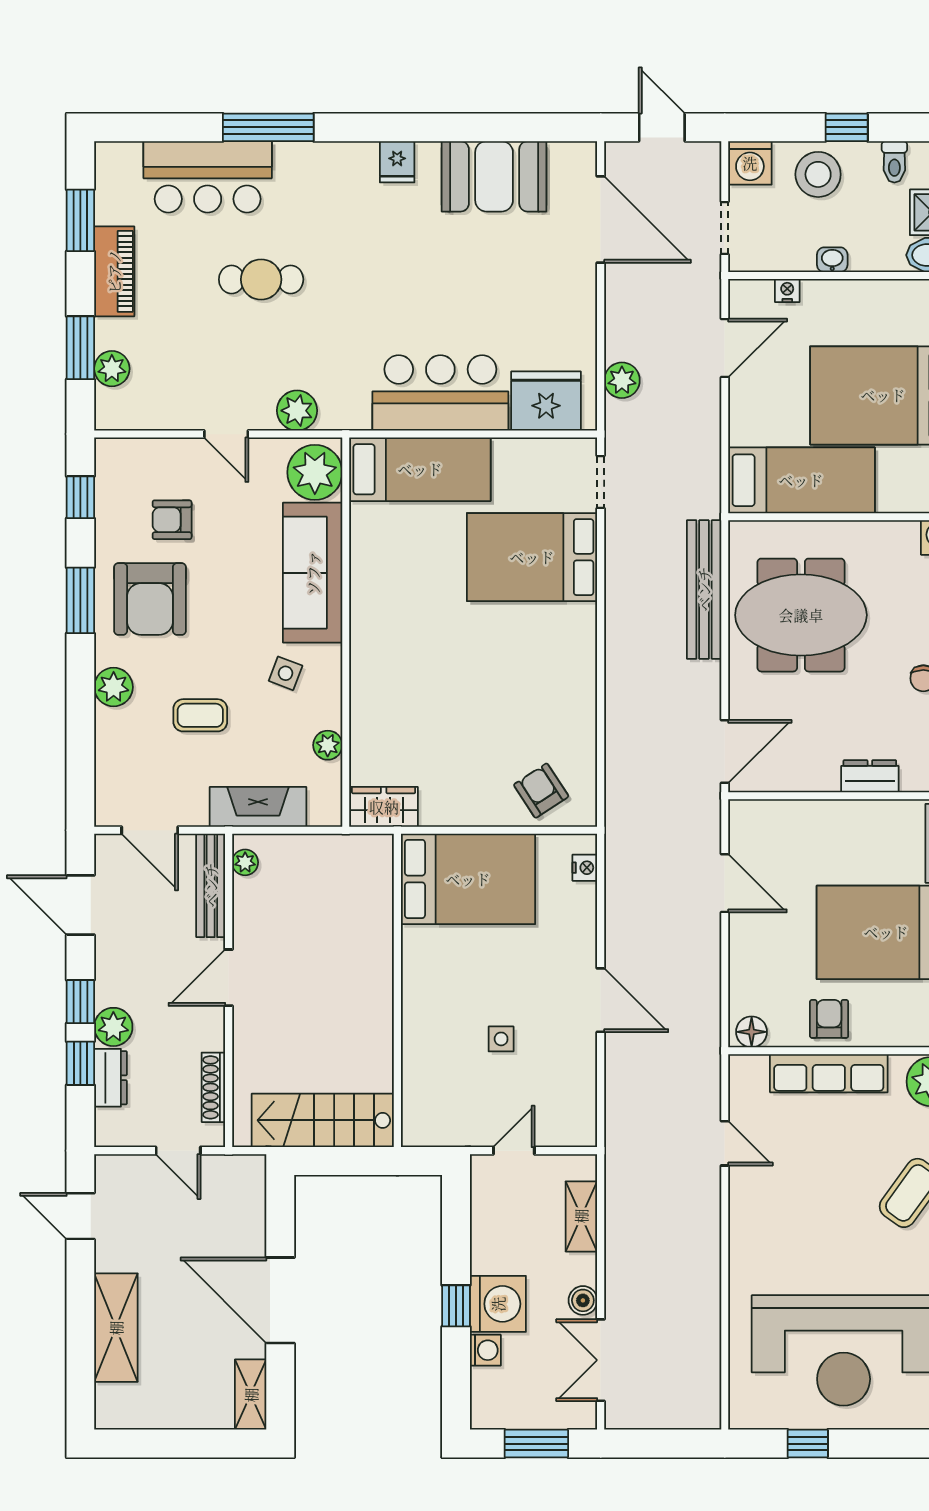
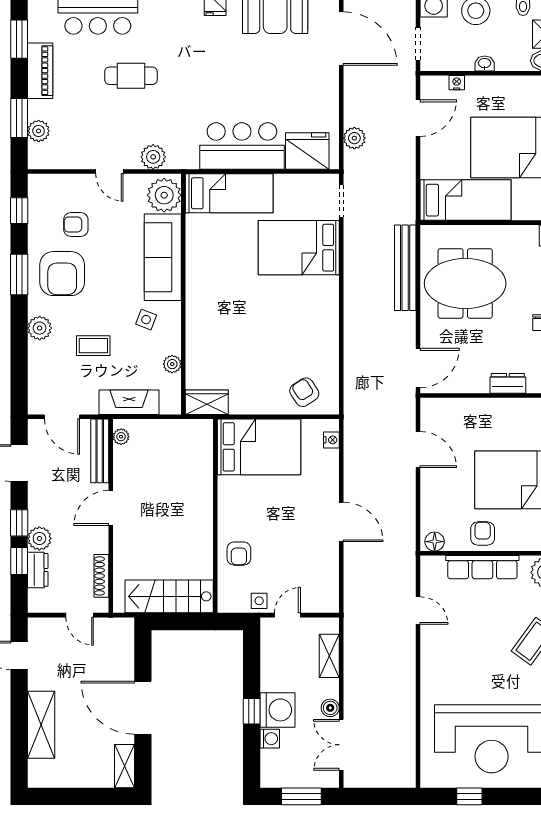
side table: (501, 1039) -> (259, 601), moved
armchair: (435, 1051) -> (239, 554), added

